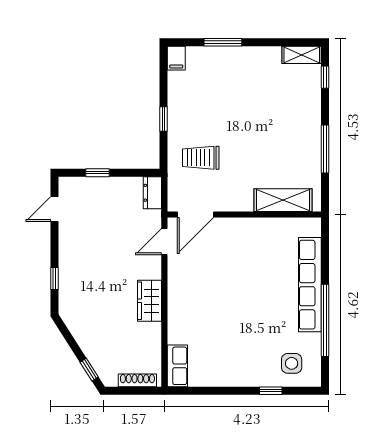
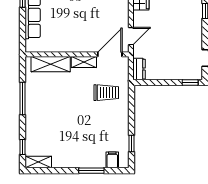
filing cabinet: (176, 58) -> (112, 160), moved
window: (163, 119) -> (132, 144), moved
window: (97, 173) -> (190, 83), moved
shelving: (234, 203) -> (84, 62), added

